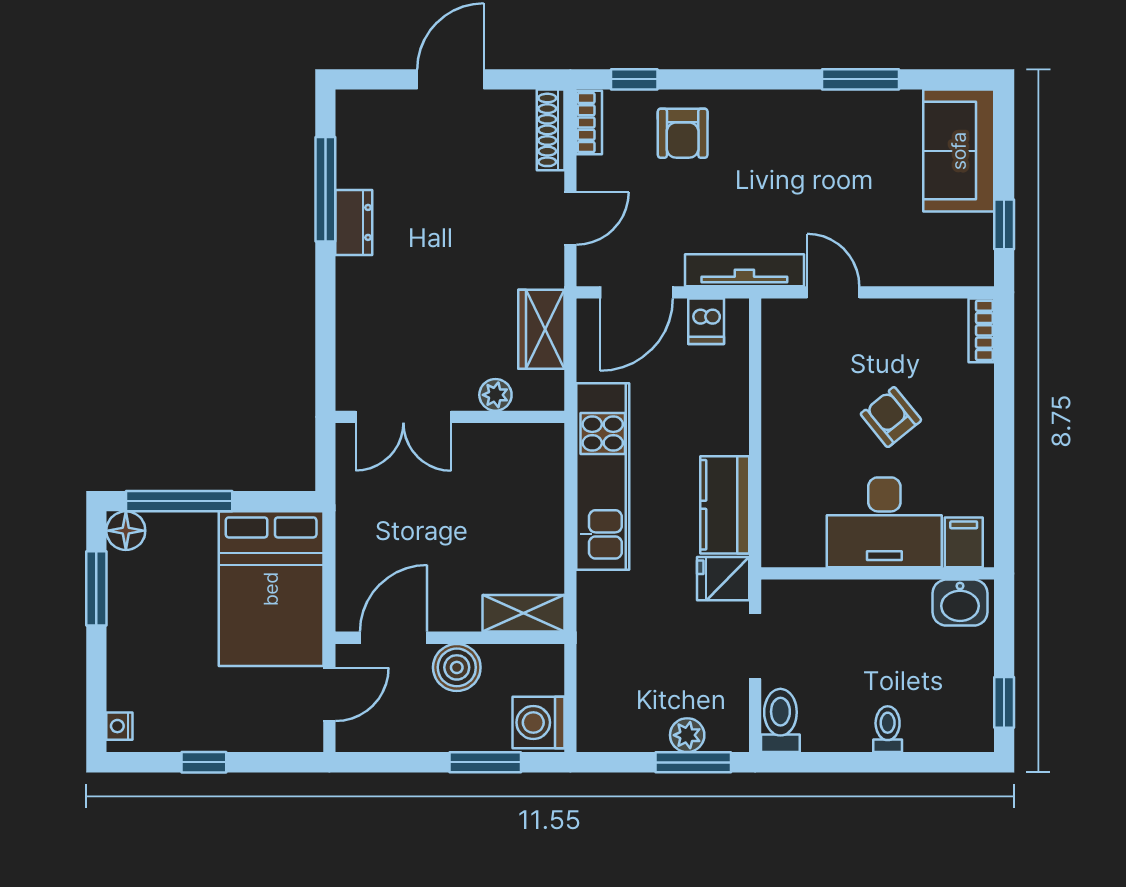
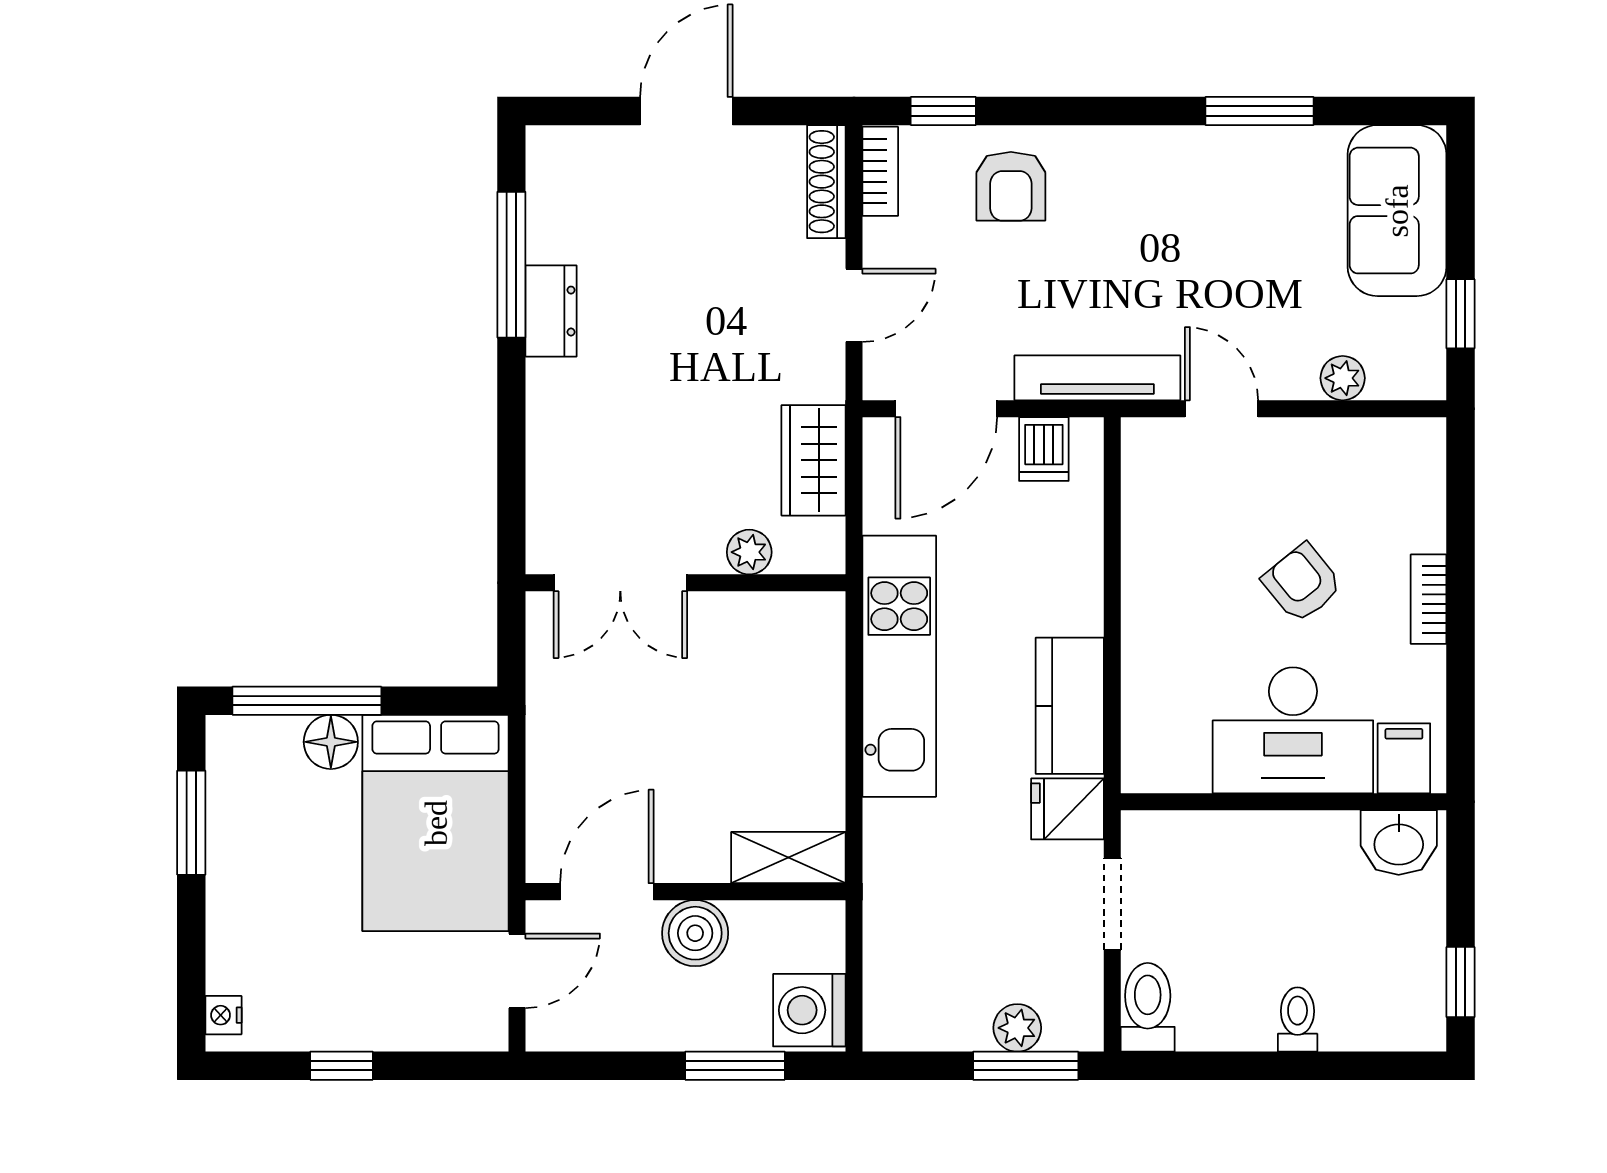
plant: (920, 270) -> (1343, 378), added
bookcase: (981, 330) -> (1429, 599), moved
floor lamp: (126, 531) -> (331, 742), moved

